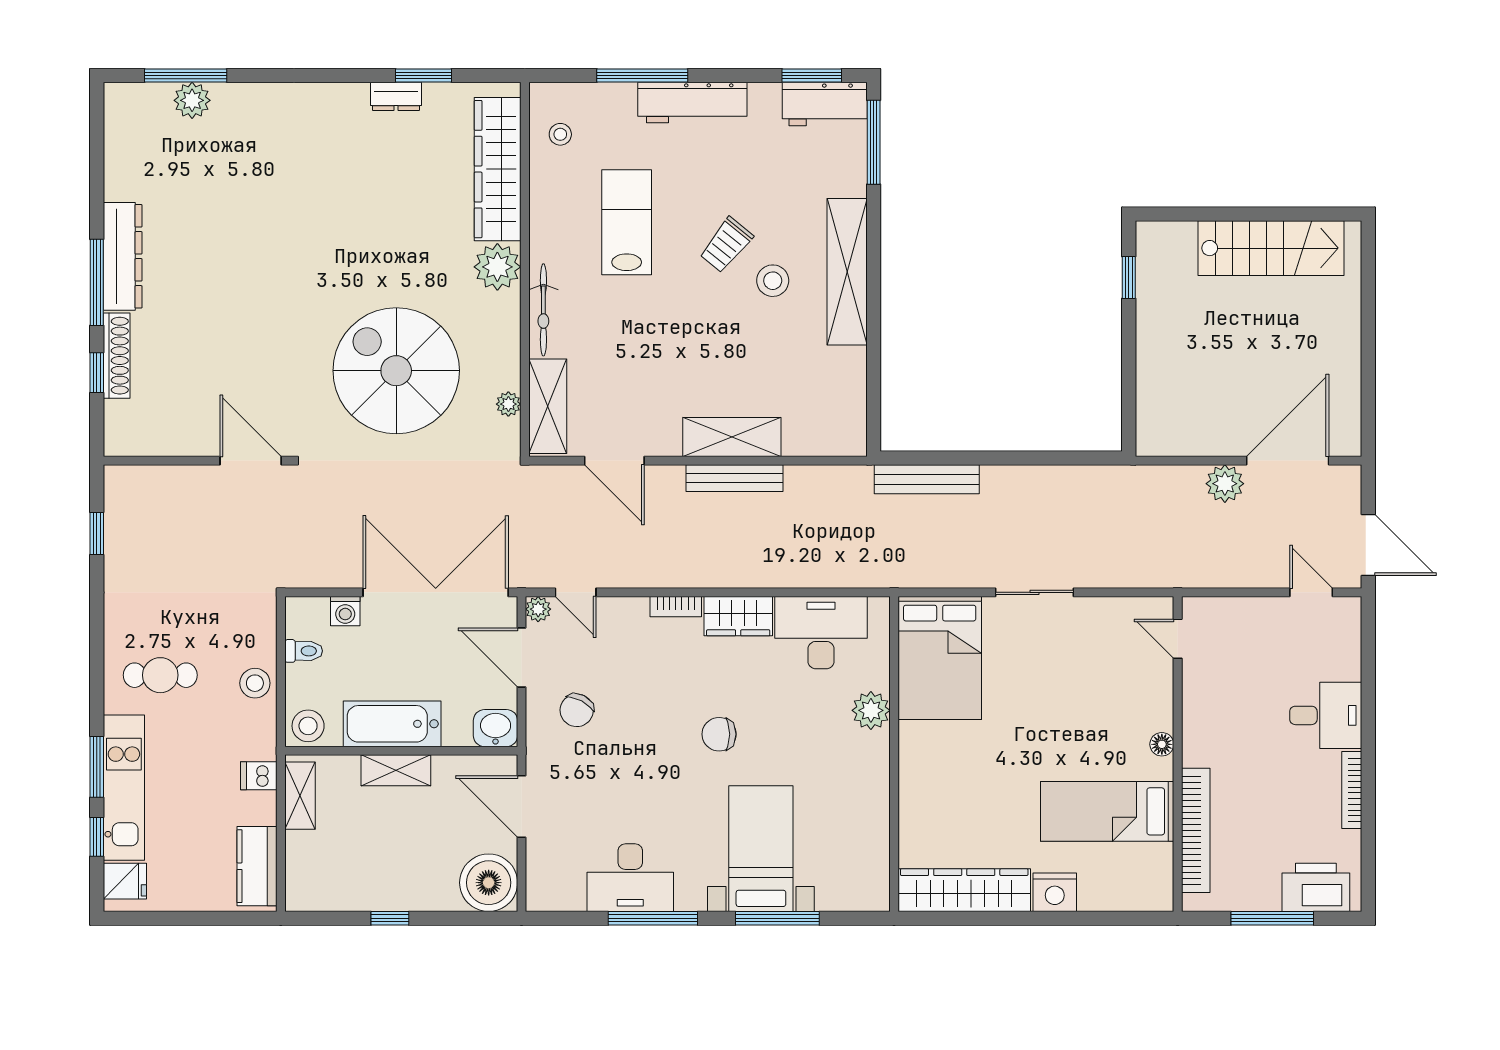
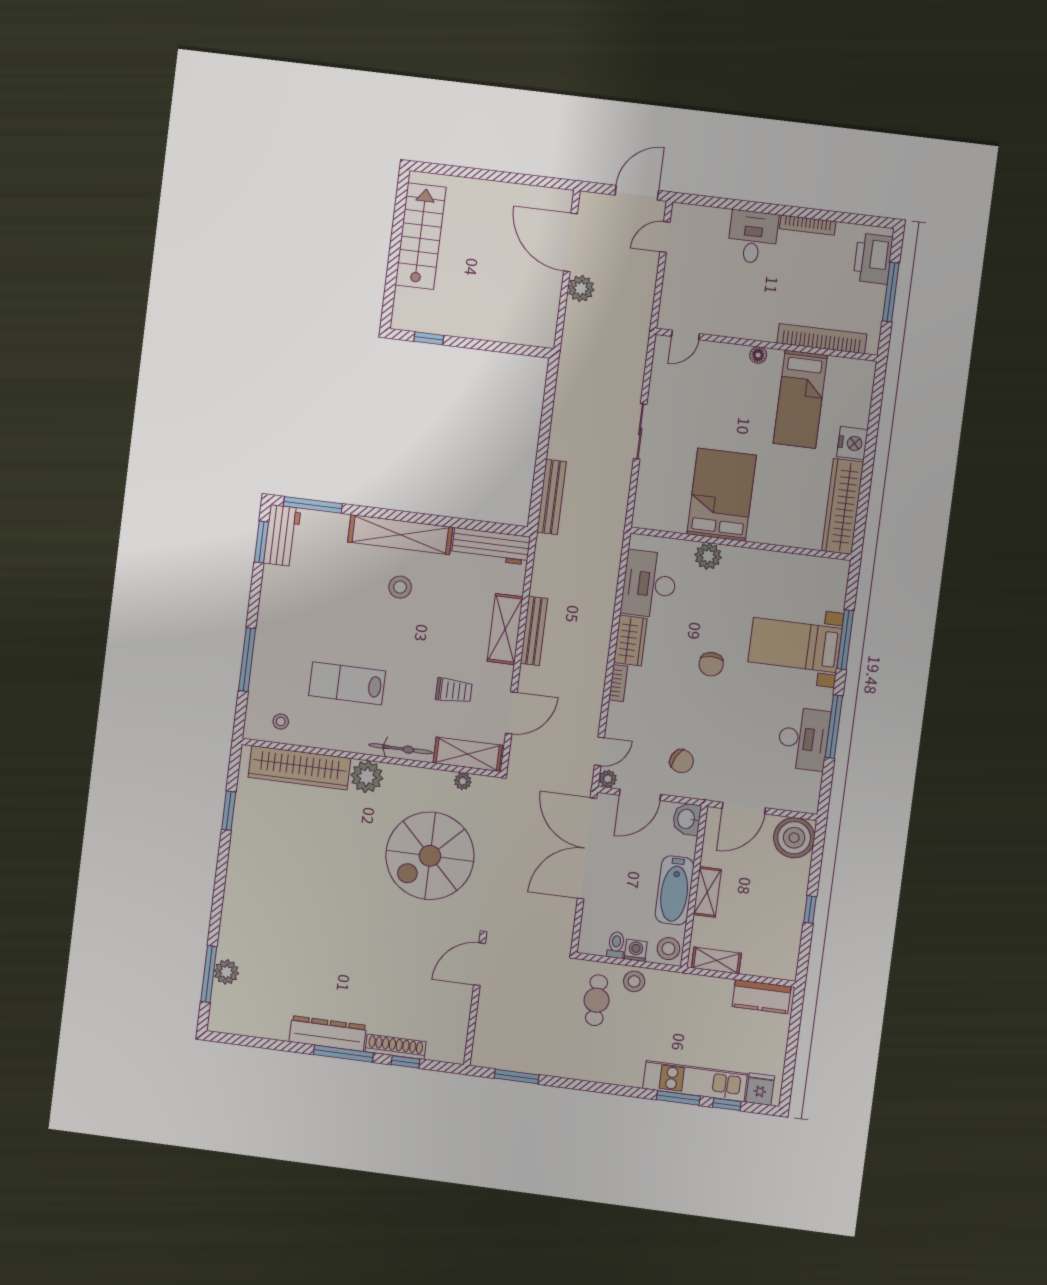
dresser: (396, 96) -> (241, 831), removed
workbench: (692, 103) -> (491, 546), moved, turned 90
trolley: (726, 245) -> (454, 691), moved, turned -39
window: (97, 533) -> (517, 1077), width x1.50
washing machine: (345, 611) -> (636, 950), moved, turned -90
bed: (940, 658) -> (722, 495), moved, turned -90
cafe table: (160, 675) -> (597, 1000), moved
dishwasher: (259, 776) -> (699, 987), removed

